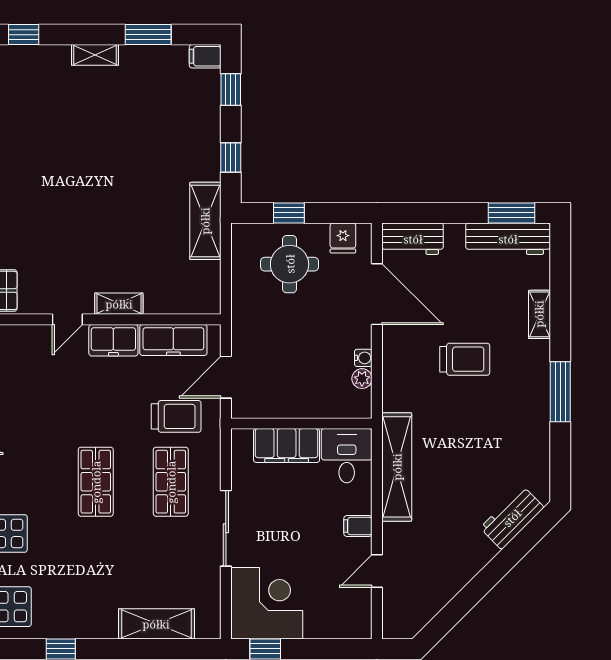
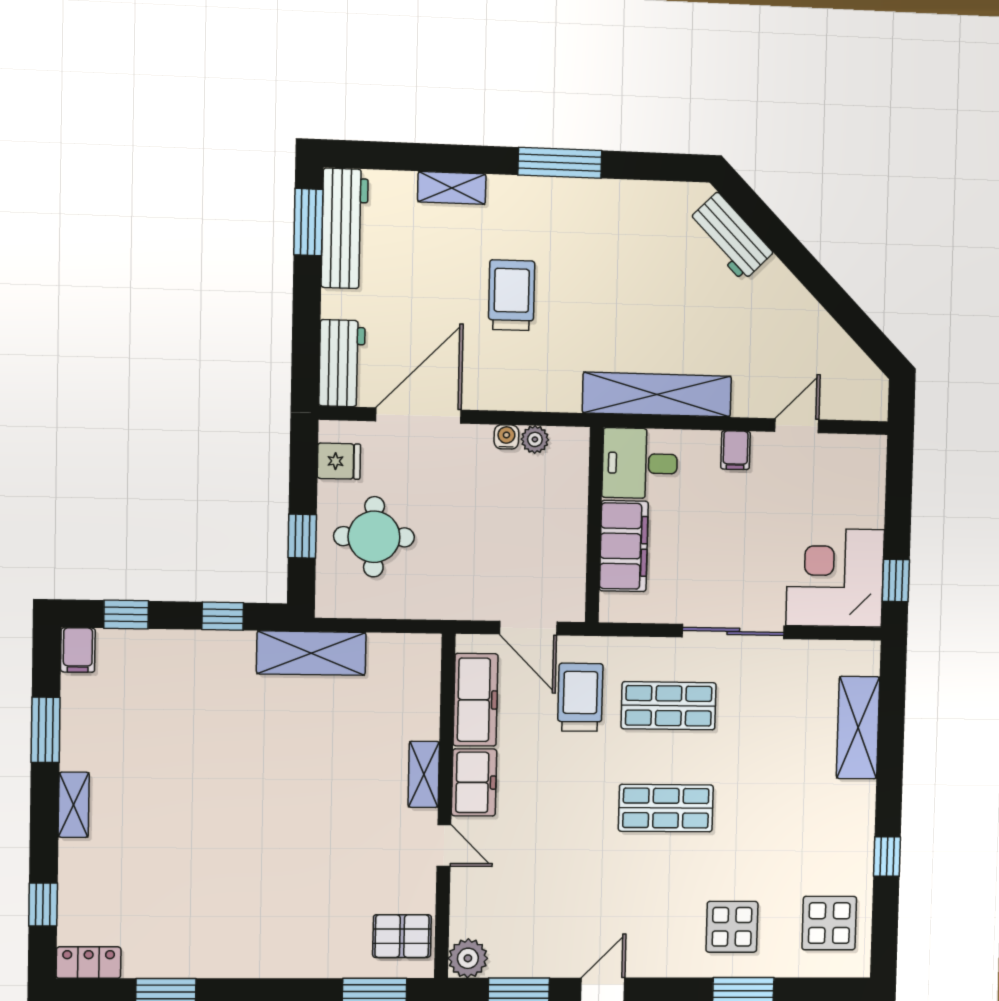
door: (377, 571) -> (797, 426), swing flipped

